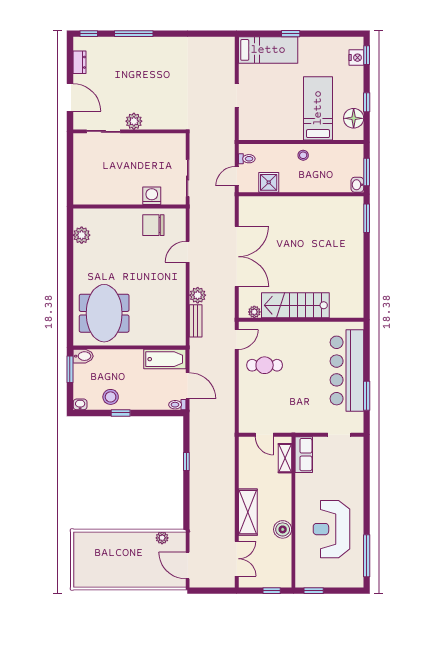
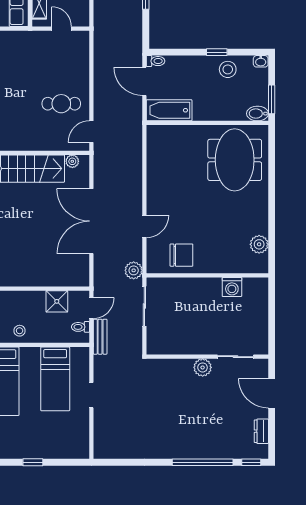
window: (134, 34) -> (203, 462), width x1.46
bed: (268, 50) -> (55, 379), moved, turned -90
washing machine: (152, 196) -> (232, 287), moved
plant: (198, 295) -> (134, 270), moved
bench: (196, 321) -> (100, 337), moved

